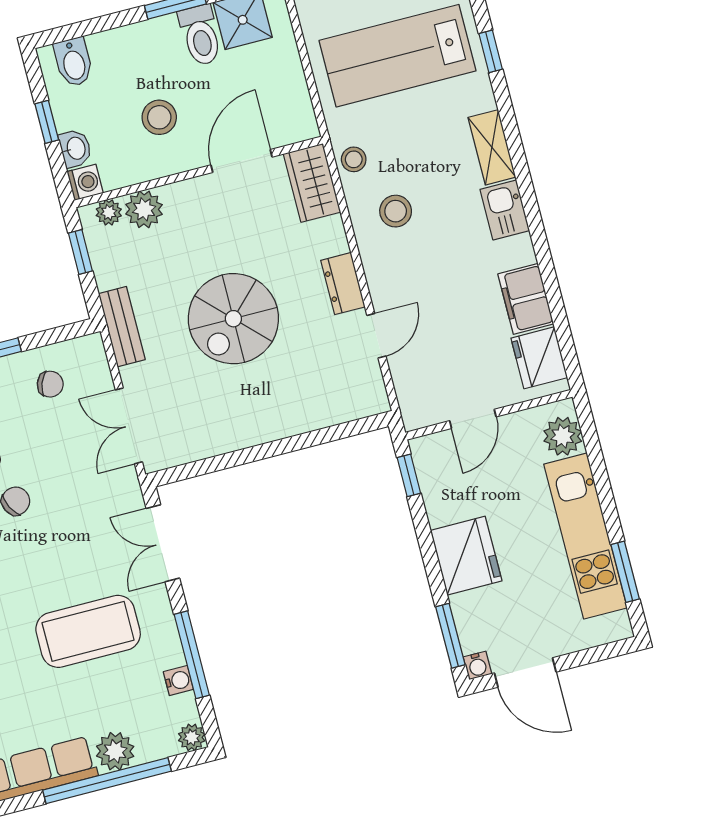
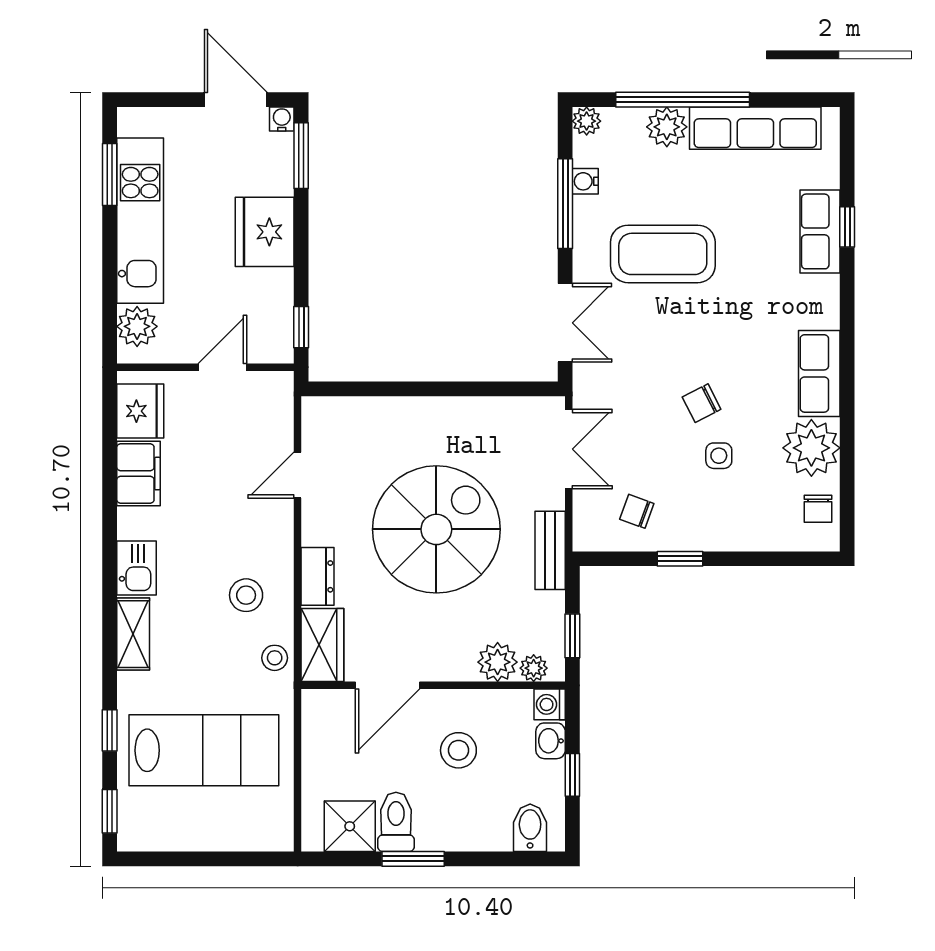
dresser: (343, 284) -> (318, 576), moved
spiral stairs: (233, 319) -> (436, 529), width x1.37, depth x1.37

